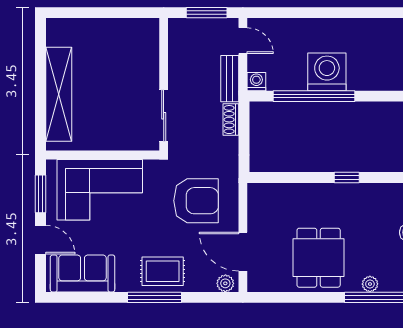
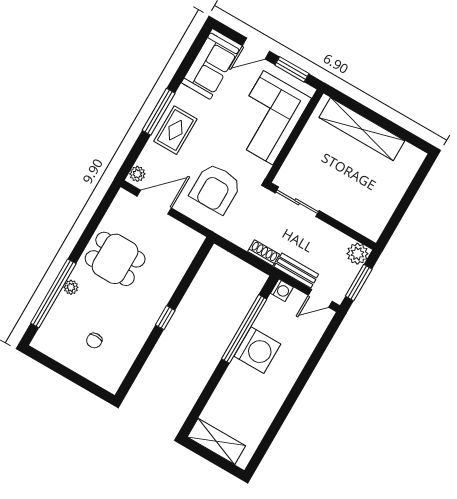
plant: (180, 30) -> (357, 254), added

